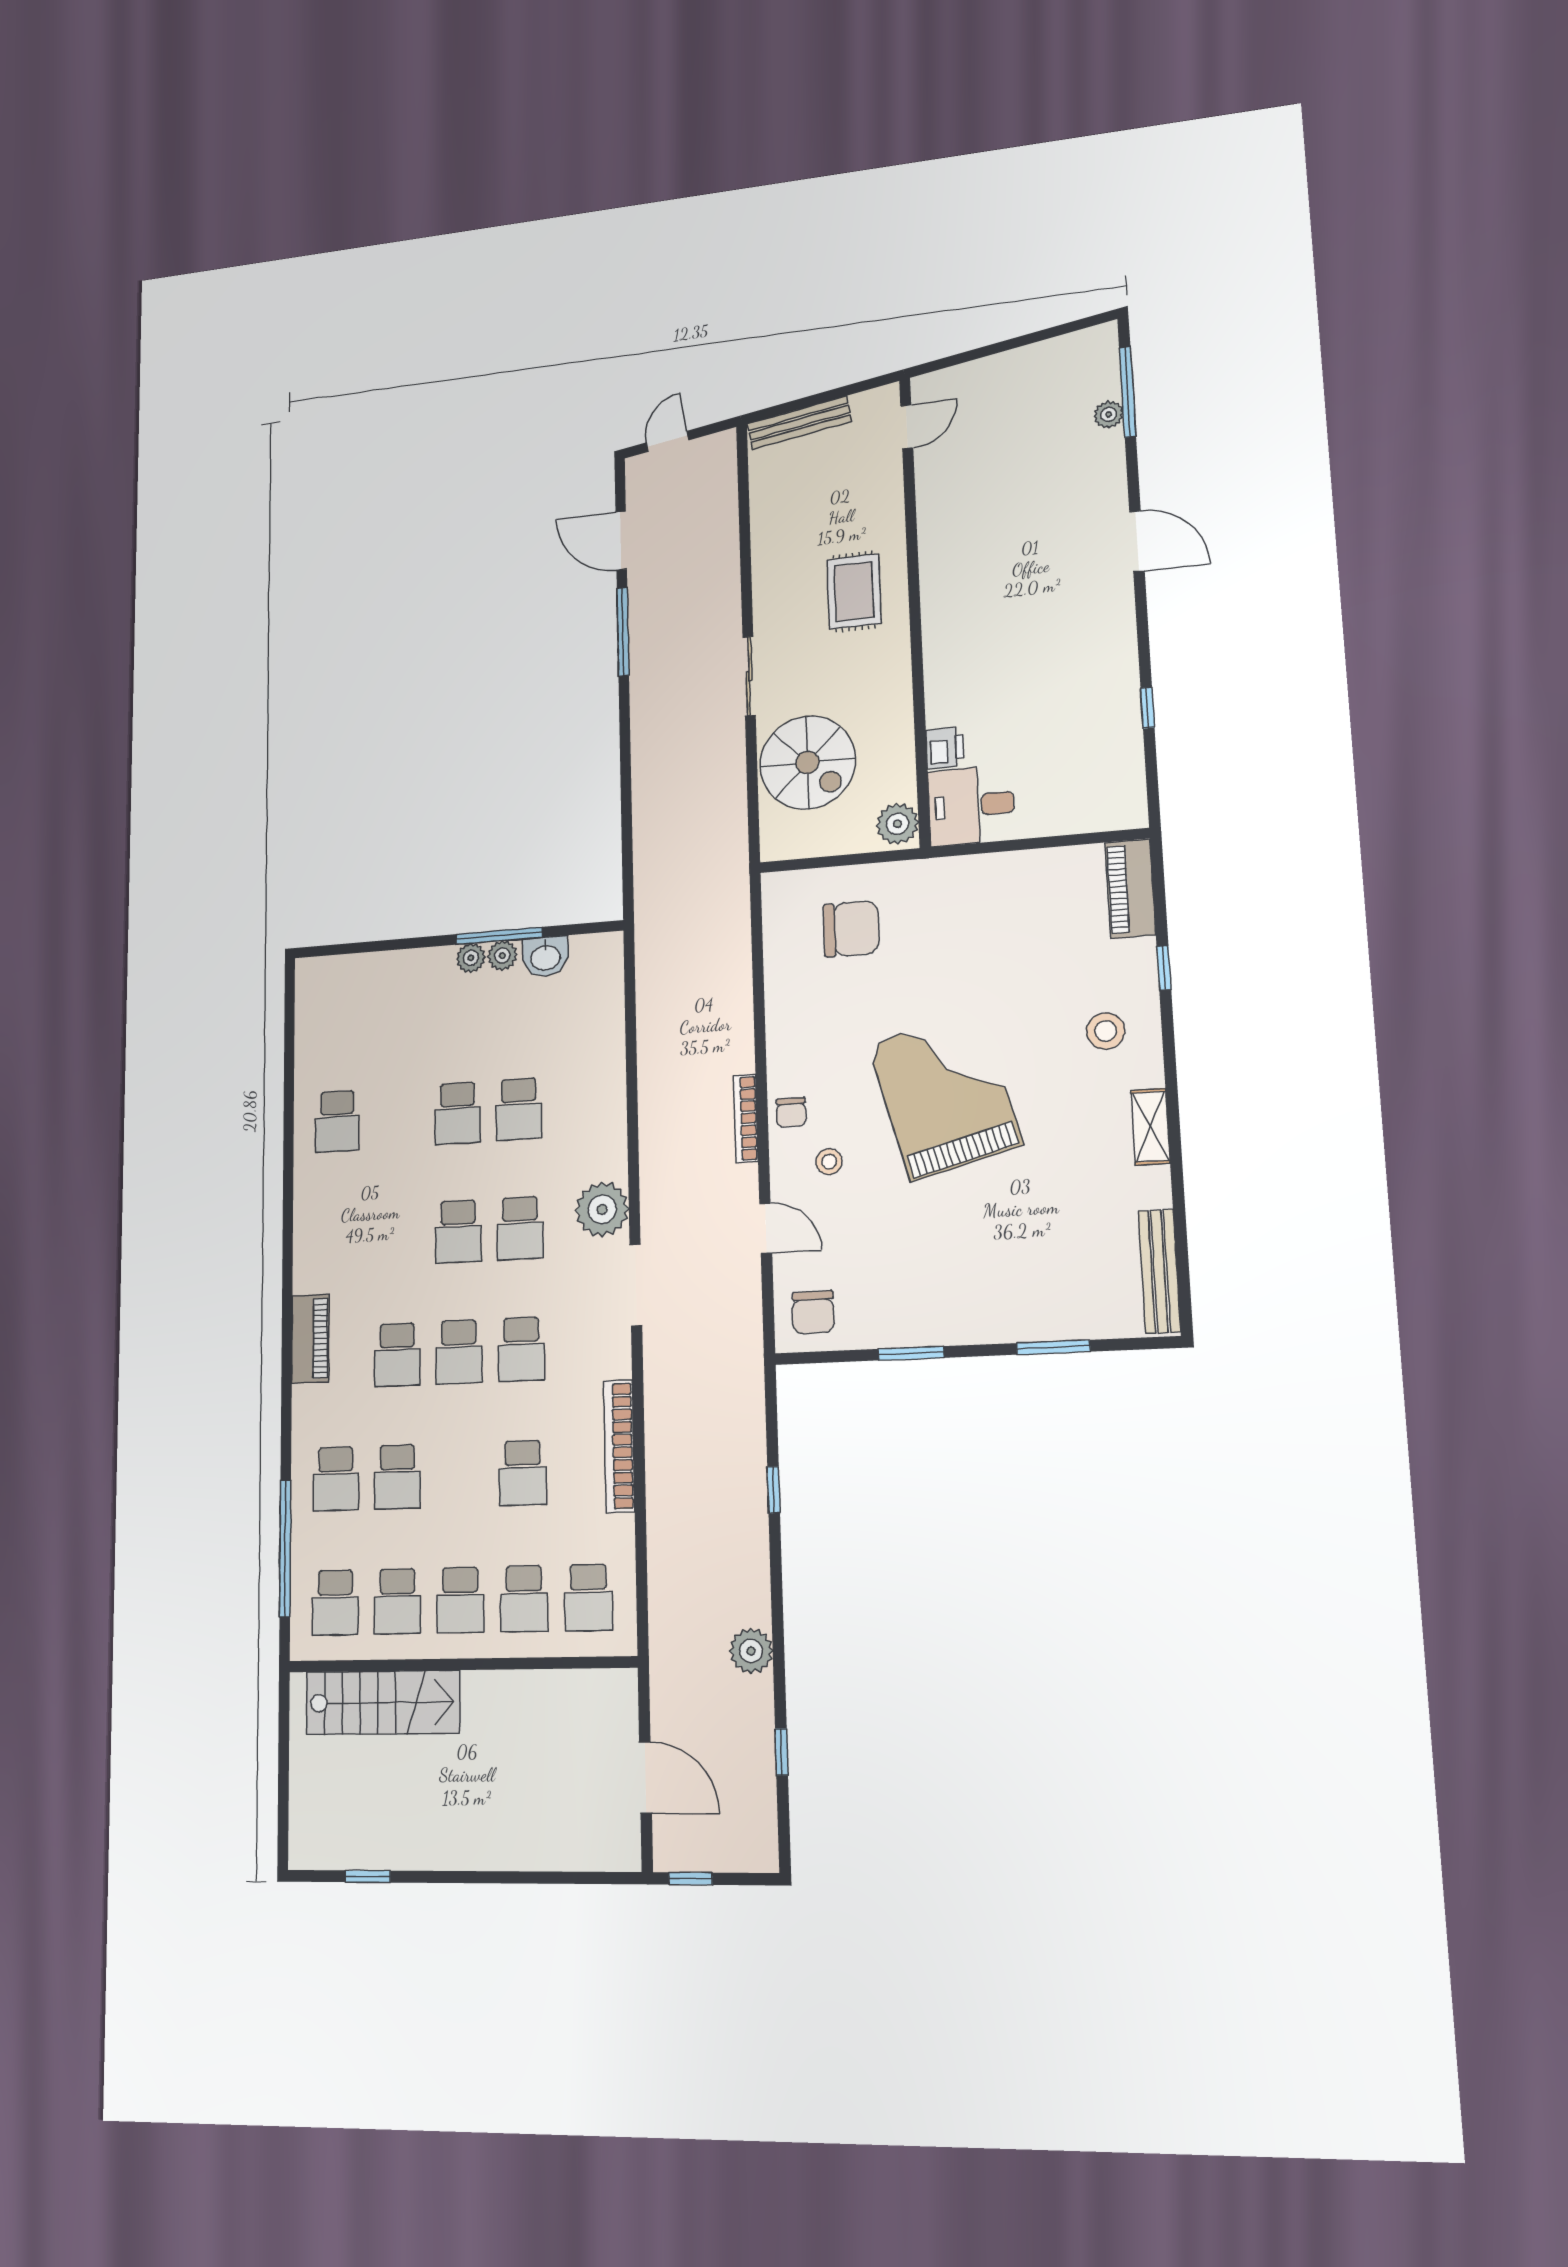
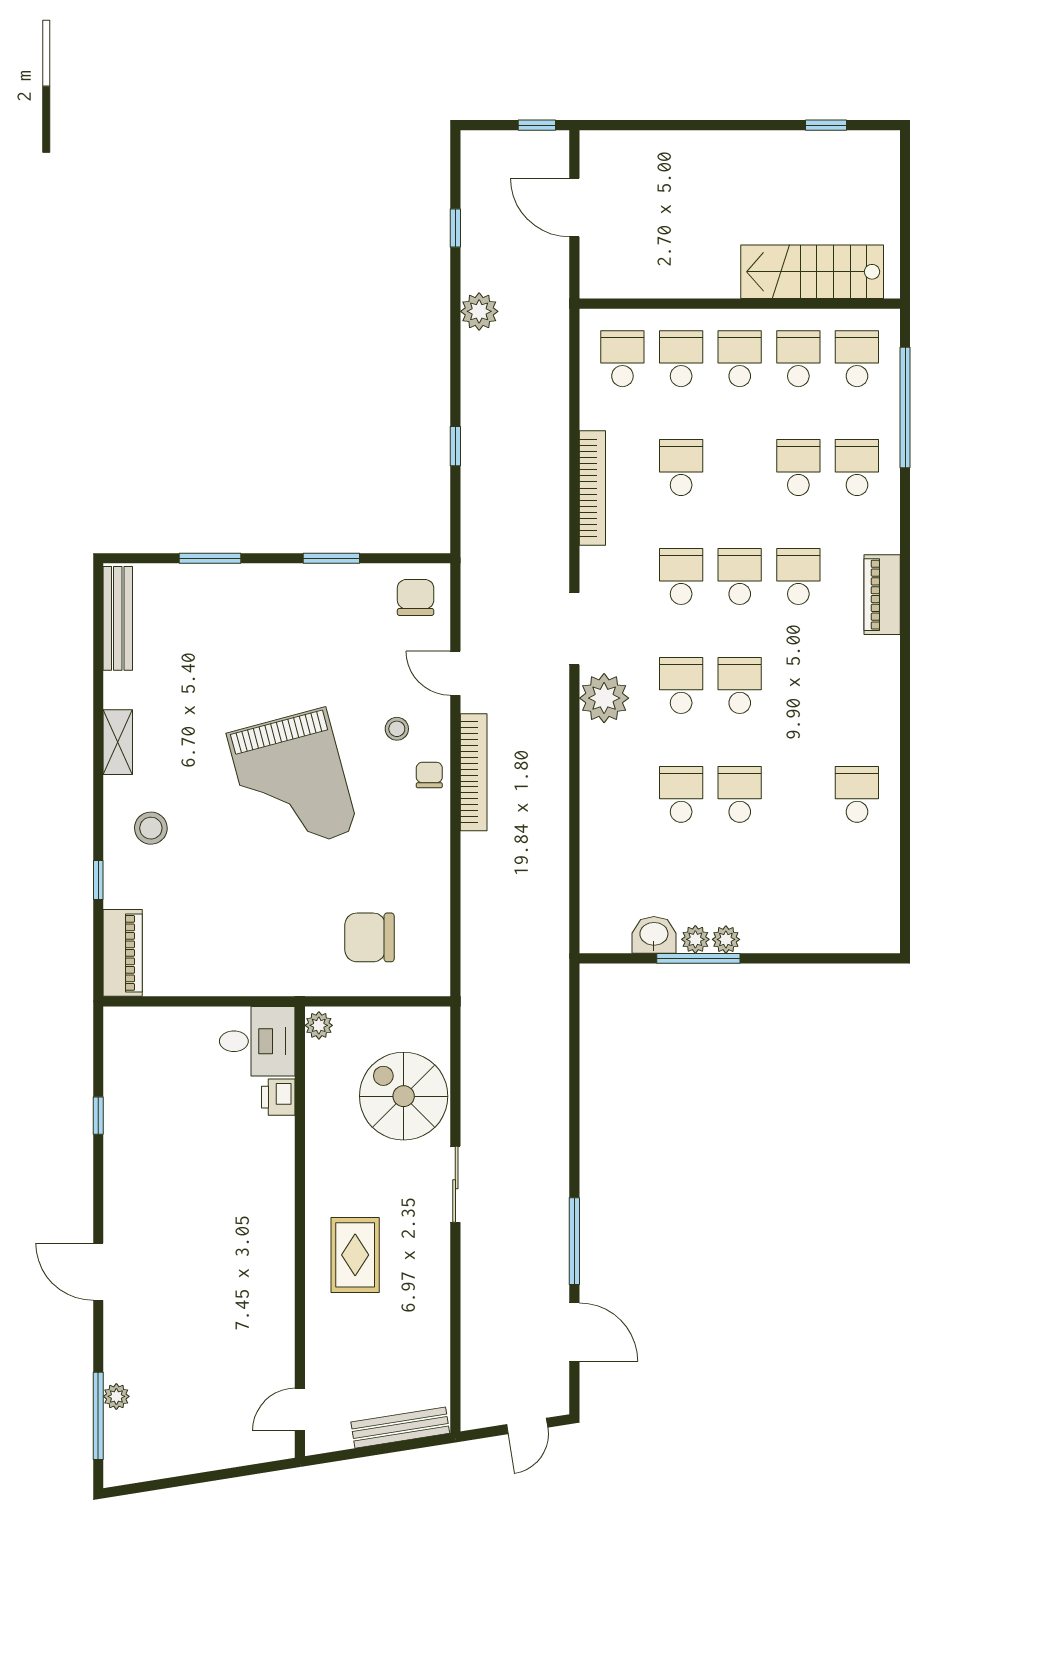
plant: (897, 824) -> (319, 1025), width x0.73, depth x0.73
bookcase: (746, 1118) -> (474, 772), width x1.48, depth x1.31

